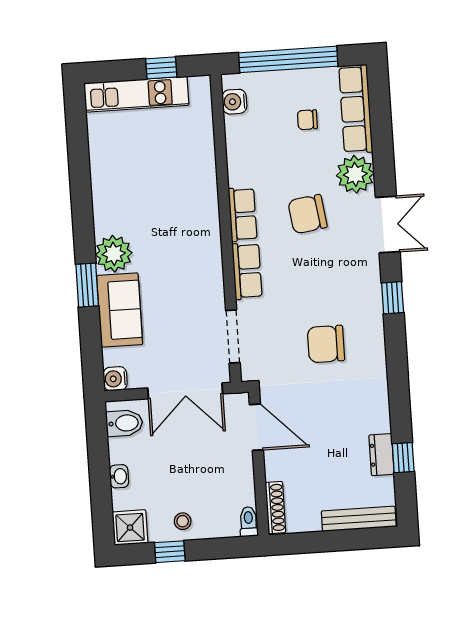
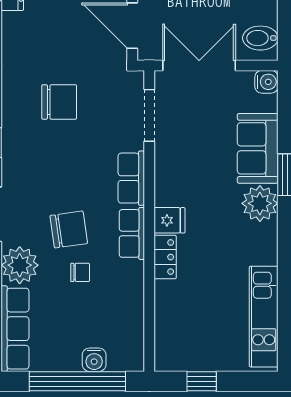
kitchen unit: (136, 94) -> (264, 317), moved, turned -90
water cooler: (234, 102) -> (94, 360), moved, turned 90
chair: (307, 120) -> (80, 272), moved
locker: (207, 193) -> (165, 257), added
fridge: (205, 230) -> (169, 220), added

